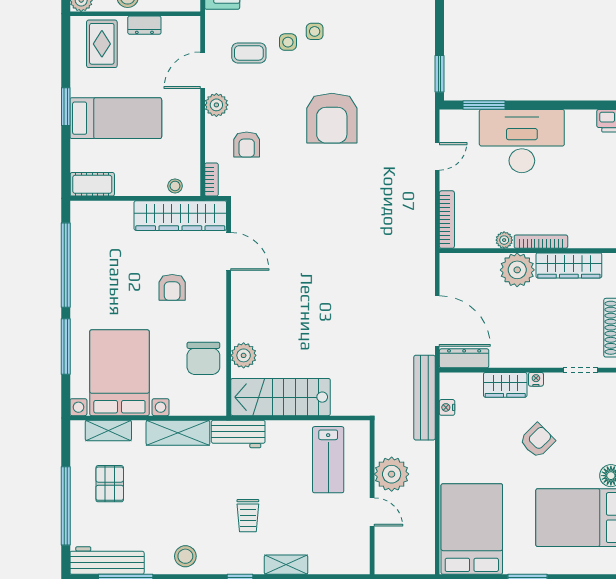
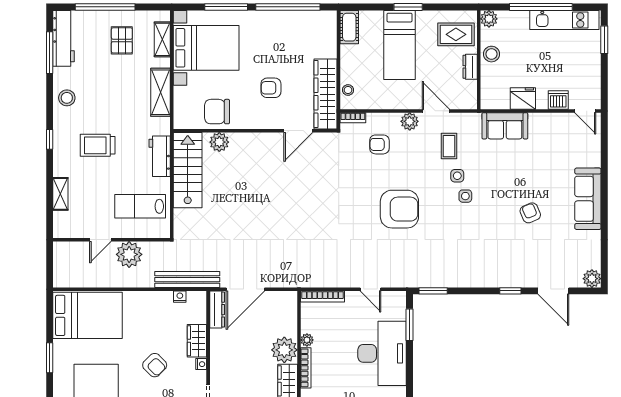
armchair: (332, 118) -> (399, 209), turned 180
workbench: (238, 434) -> (160, 156), moved
pallet: (110, 484) -> (122, 40), turned 90
trolley: (248, 516) -> (98, 145), width x1.36, depth x1.39
shelving: (286, 565) -> (60, 194), moved

